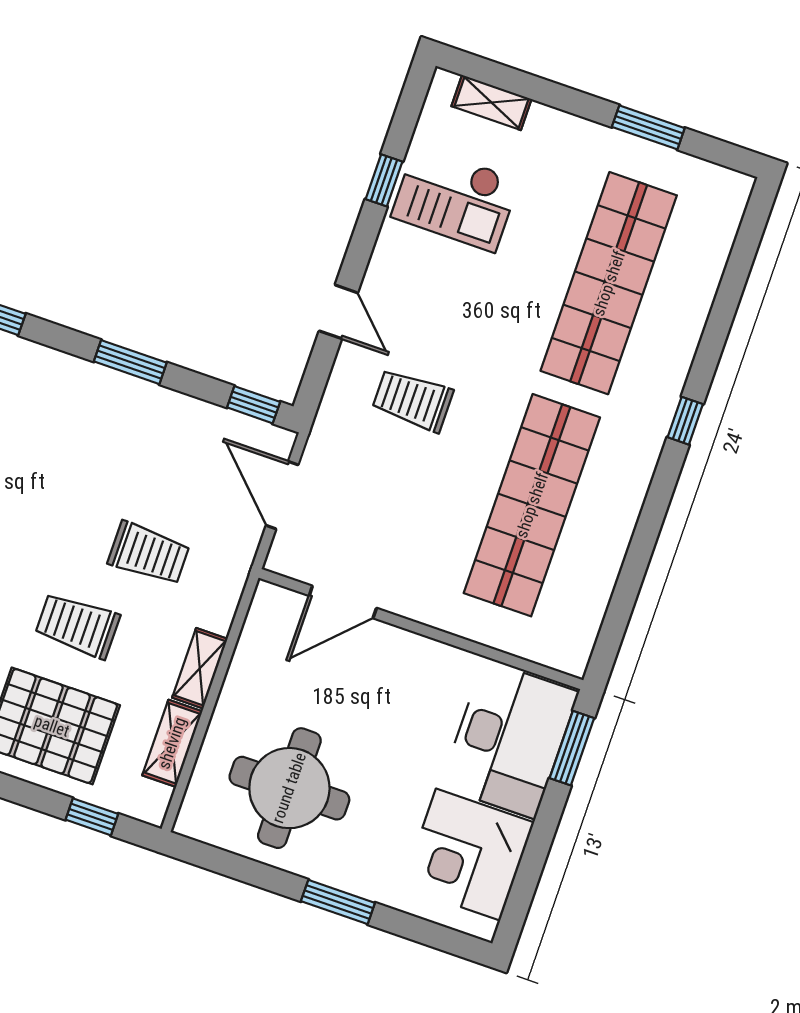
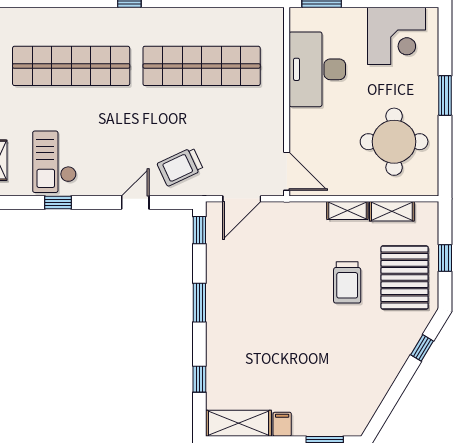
checkout: (455, 198) -> (54, 162), turned 180
trolley: (413, 400) -> (180, 167), moved, turned 65
trolley: (149, 553) -> (296, 258), removed
door: (343, 602) -> (287, 171), moved
desk: (509, 739) -> (317, 69), moved, turned -90
window: (92, 817) -> (445, 258), moved

